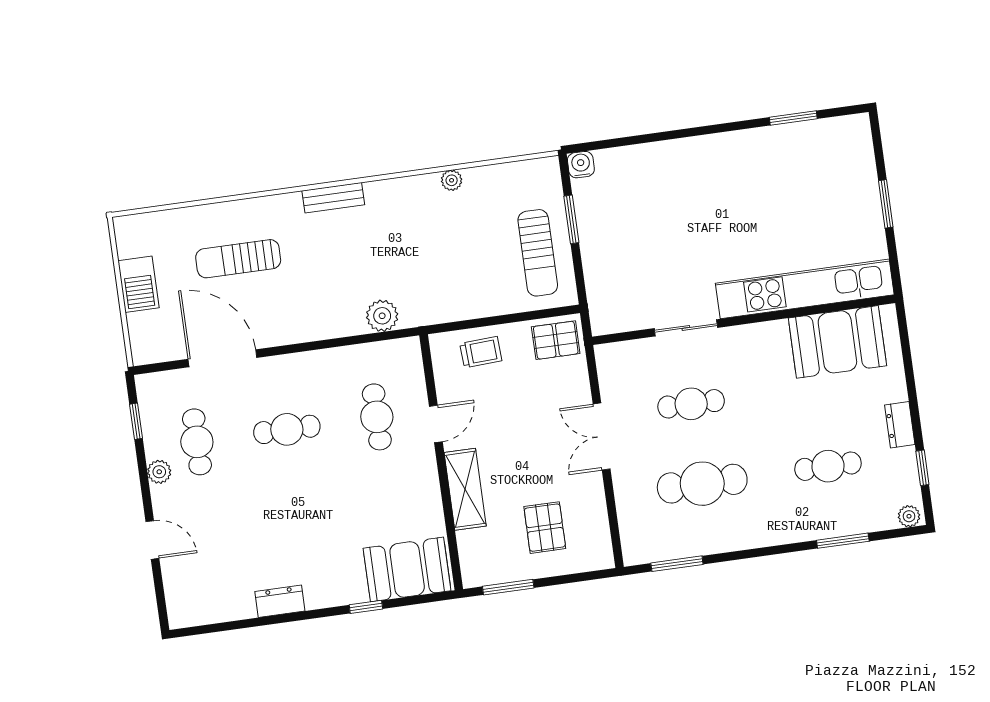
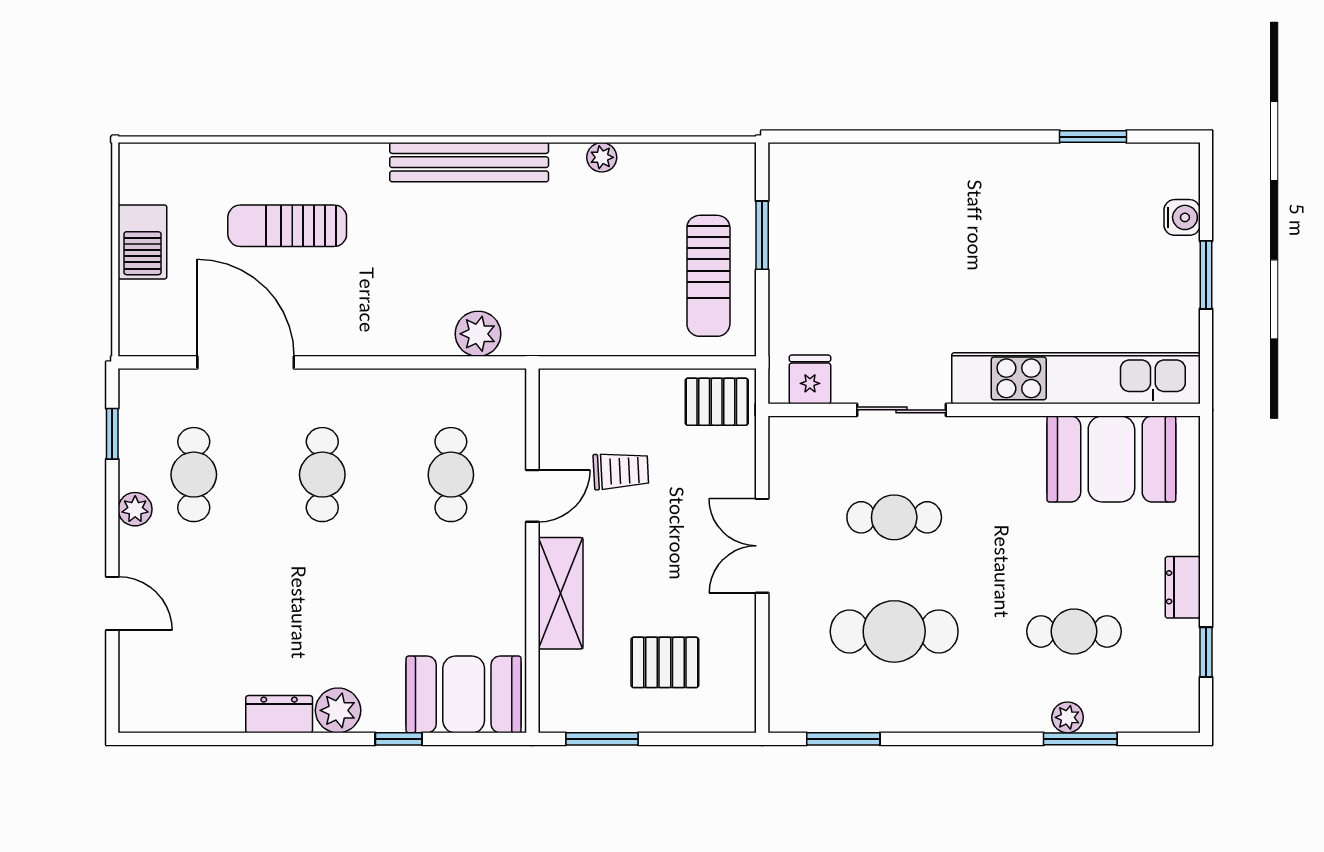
water cooler: (581, 165) -> (1182, 217), moved, turned 90
bench: (333, 198) -> (469, 162), width x1.86, depth x1.21
fridge: (619, 316) -> (810, 379), added
trolley: (481, 352) -> (621, 471), moved
cafe table: (287, 429) -> (322, 475), turned 90
plant: (909, 516) -> (1068, 717), moved
pallet: (545, 528) -> (665, 662), turned 90
plant: (321, 593) -> (338, 710), added

